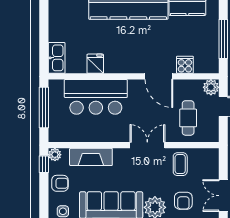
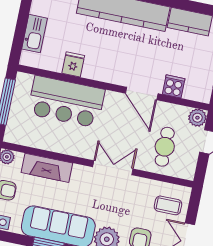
kitchen sink: (57, 58) -> (35, 34), moved
coffee table: (180, 164) -> (168, 205), moved, turned 90

